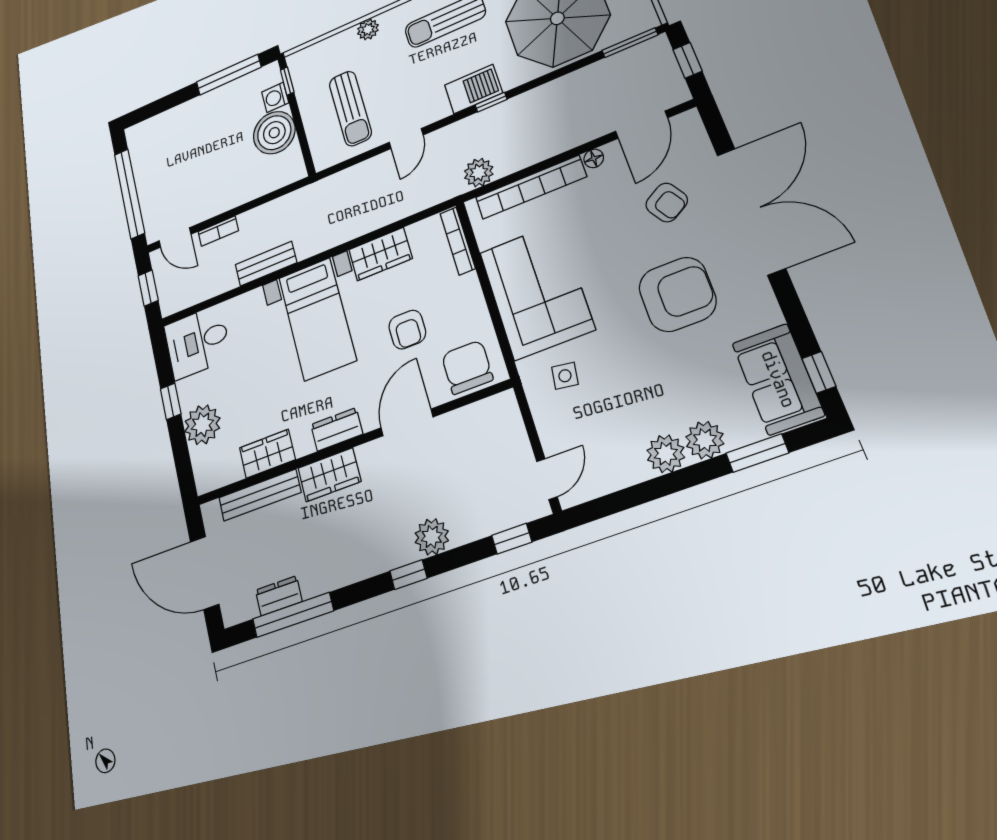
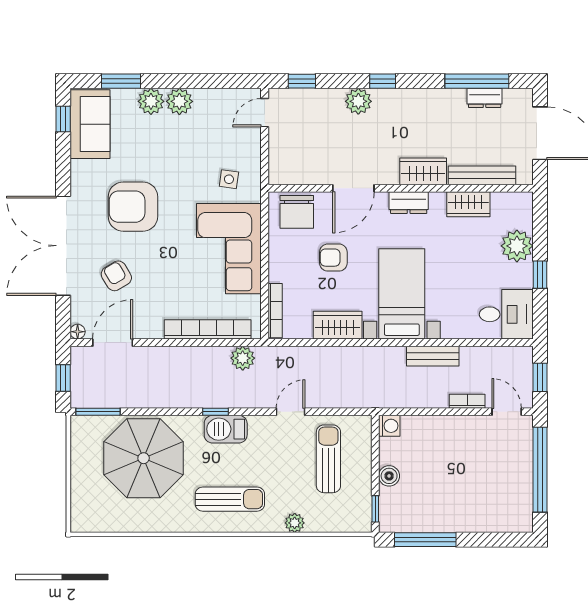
washing machine: (275, 97) -> (389, 426), moved
boiler: (274, 133) -> (389, 476), width x0.54, depth x0.54
floor lamp: (594, 158) -> (78, 332), moved
armchair: (407, 330) -> (333, 258), turned -90

